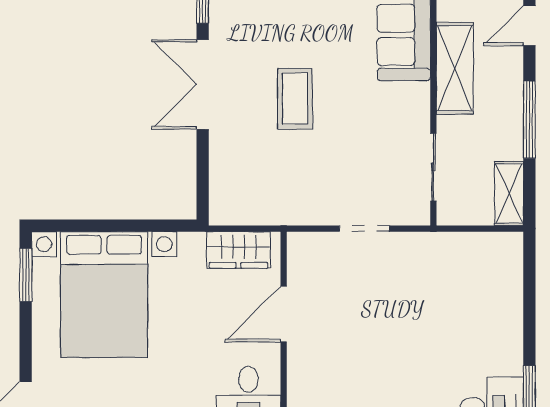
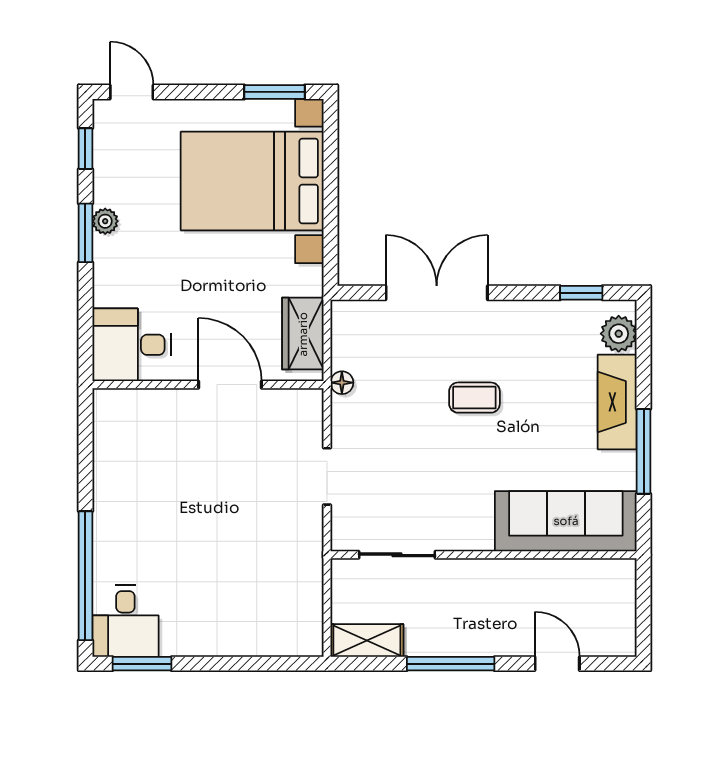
shelving: (455, 68) -> (509, 579), removed
double door: (203, 84) -> (437, 293), moved
coffee table: (295, 99) -> (474, 398), width x0.73, depth x0.77
floor lamp: (282, 215) -> (342, 383), added

